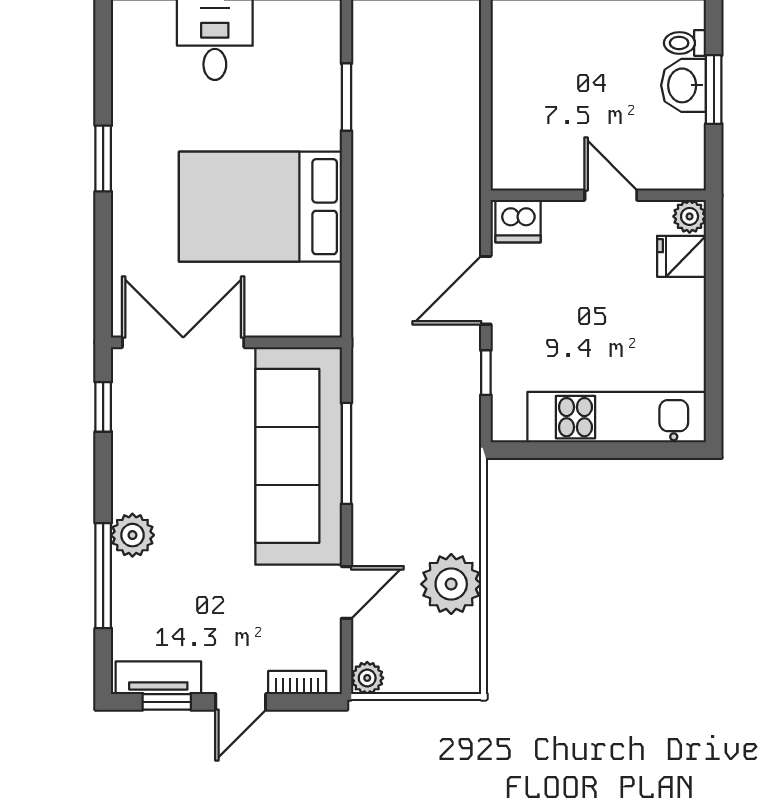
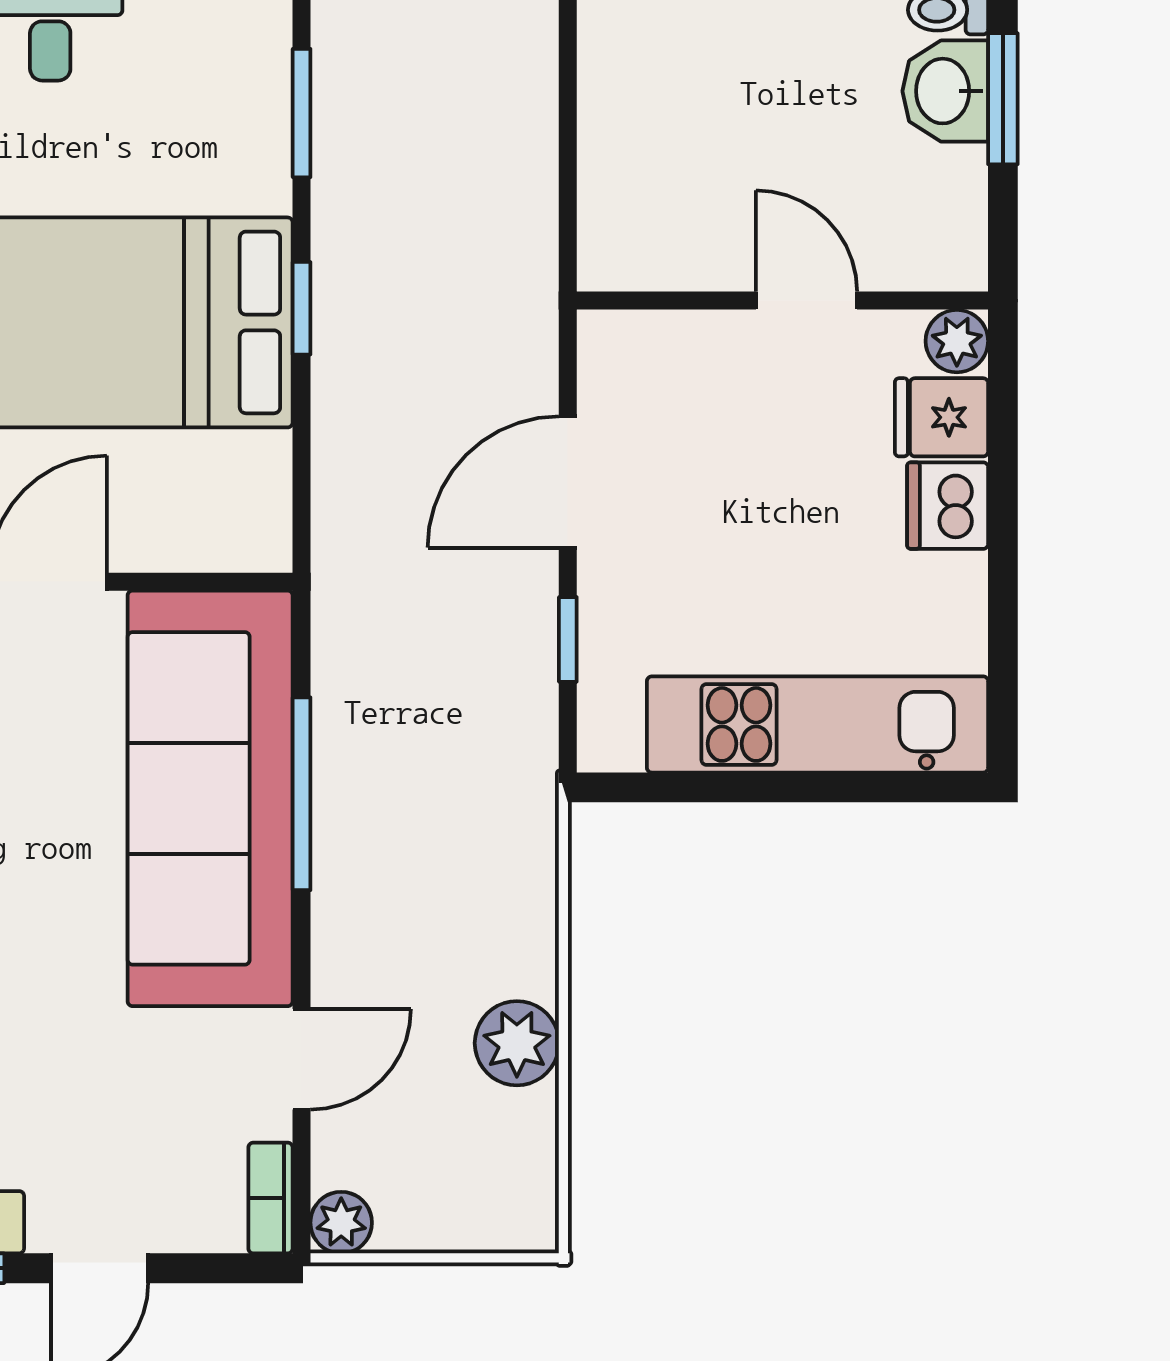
window: (346, 199) -> (302, 308), added
dishwasher: (518, 221) -> (948, 506), moved, turned 90
plant: (451, 584) -> (517, 1043), width x0.73, depth x0.73
bookcase: (297, 683) -> (270, 1198), moved, turned -90

